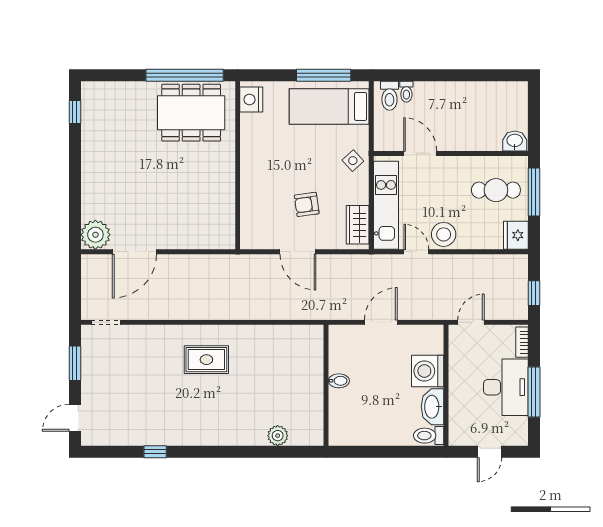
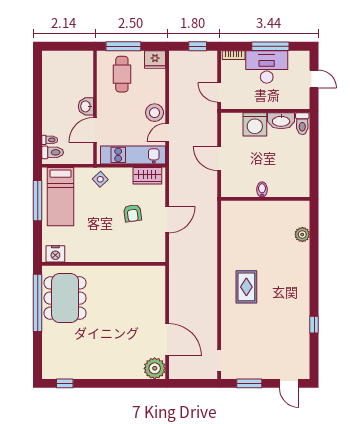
washbasin: (515, 141) -> (86, 106), moved

